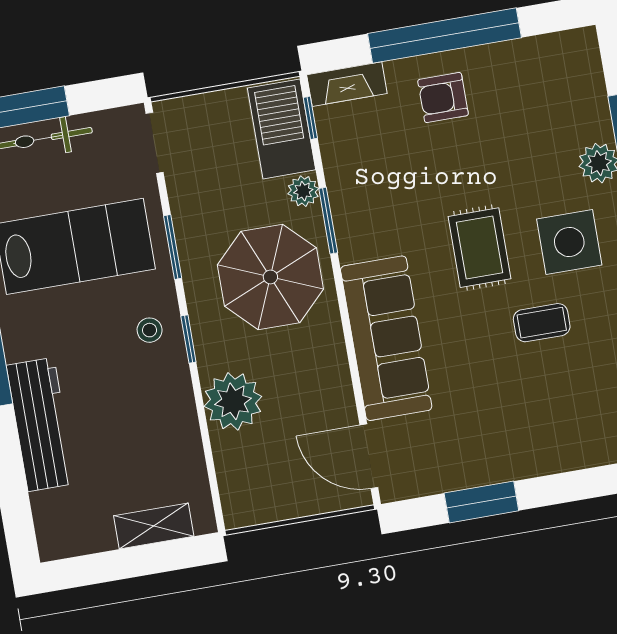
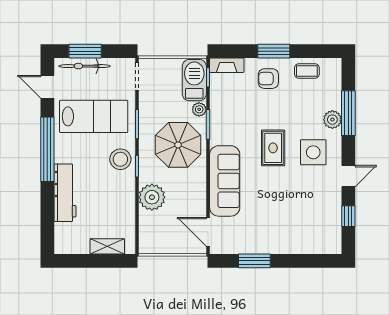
window: (444, 36) -> (274, 51), width x0.47
coffee table: (542, 323) -> (307, 71), moved
stool: (150, 330) -> (120, 159), width x1.89, depth x1.89

